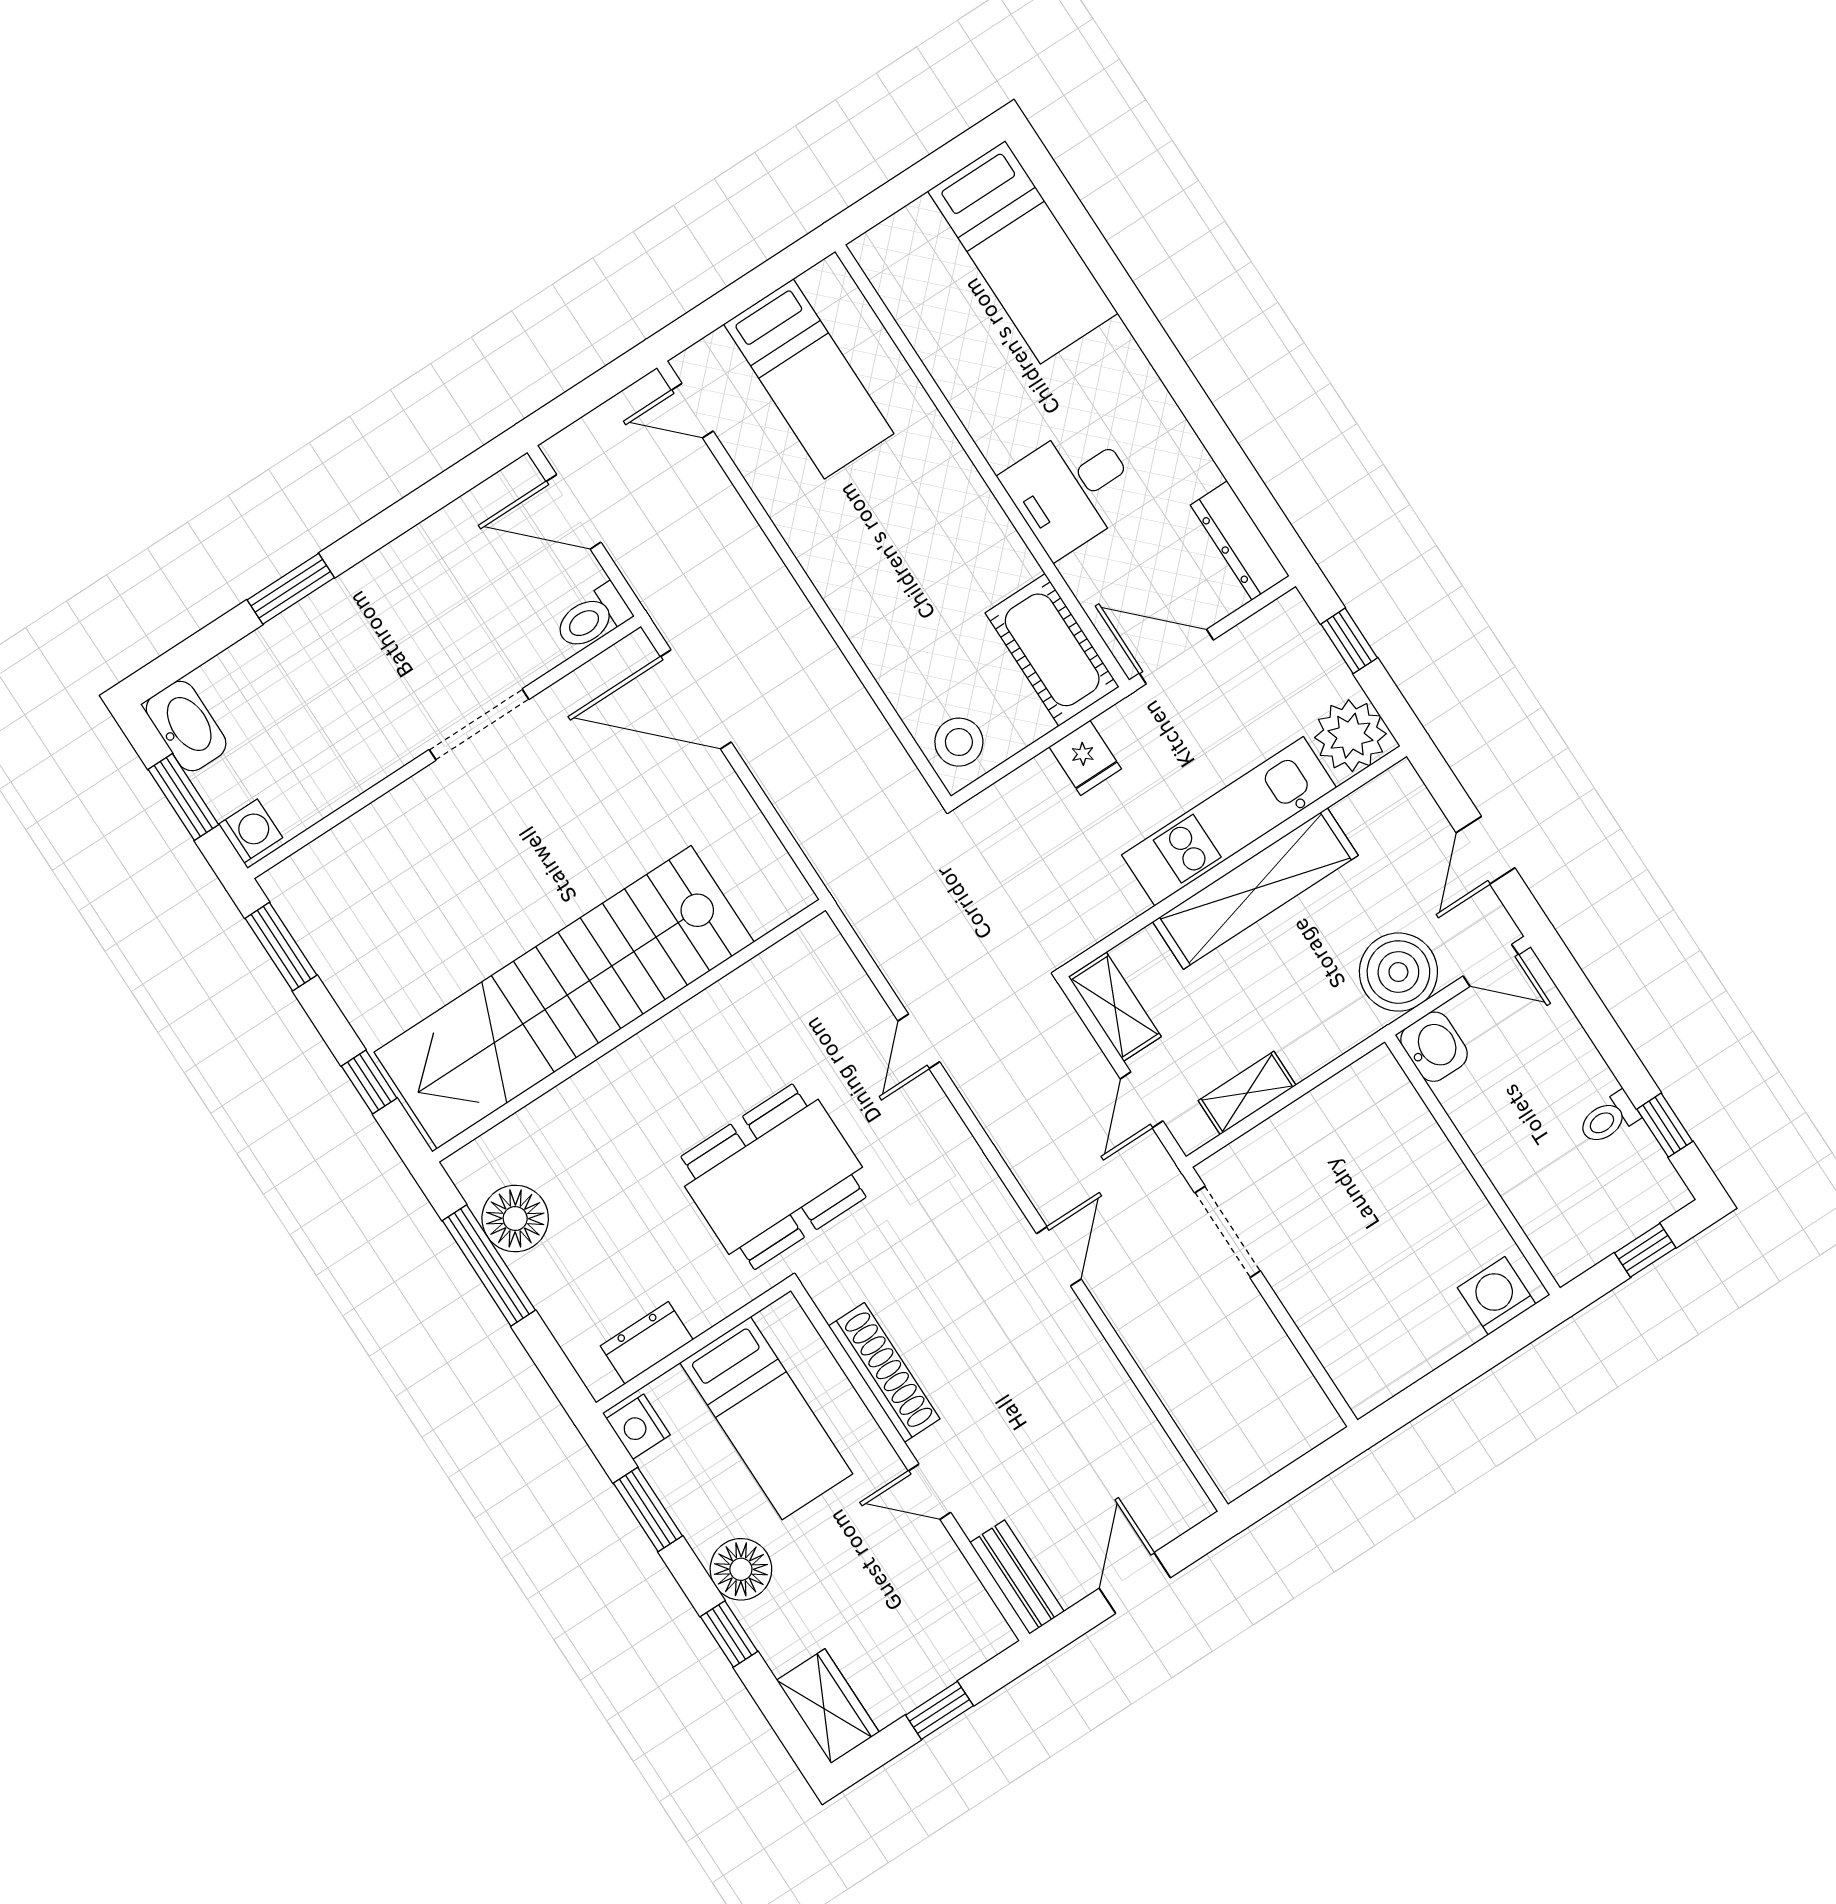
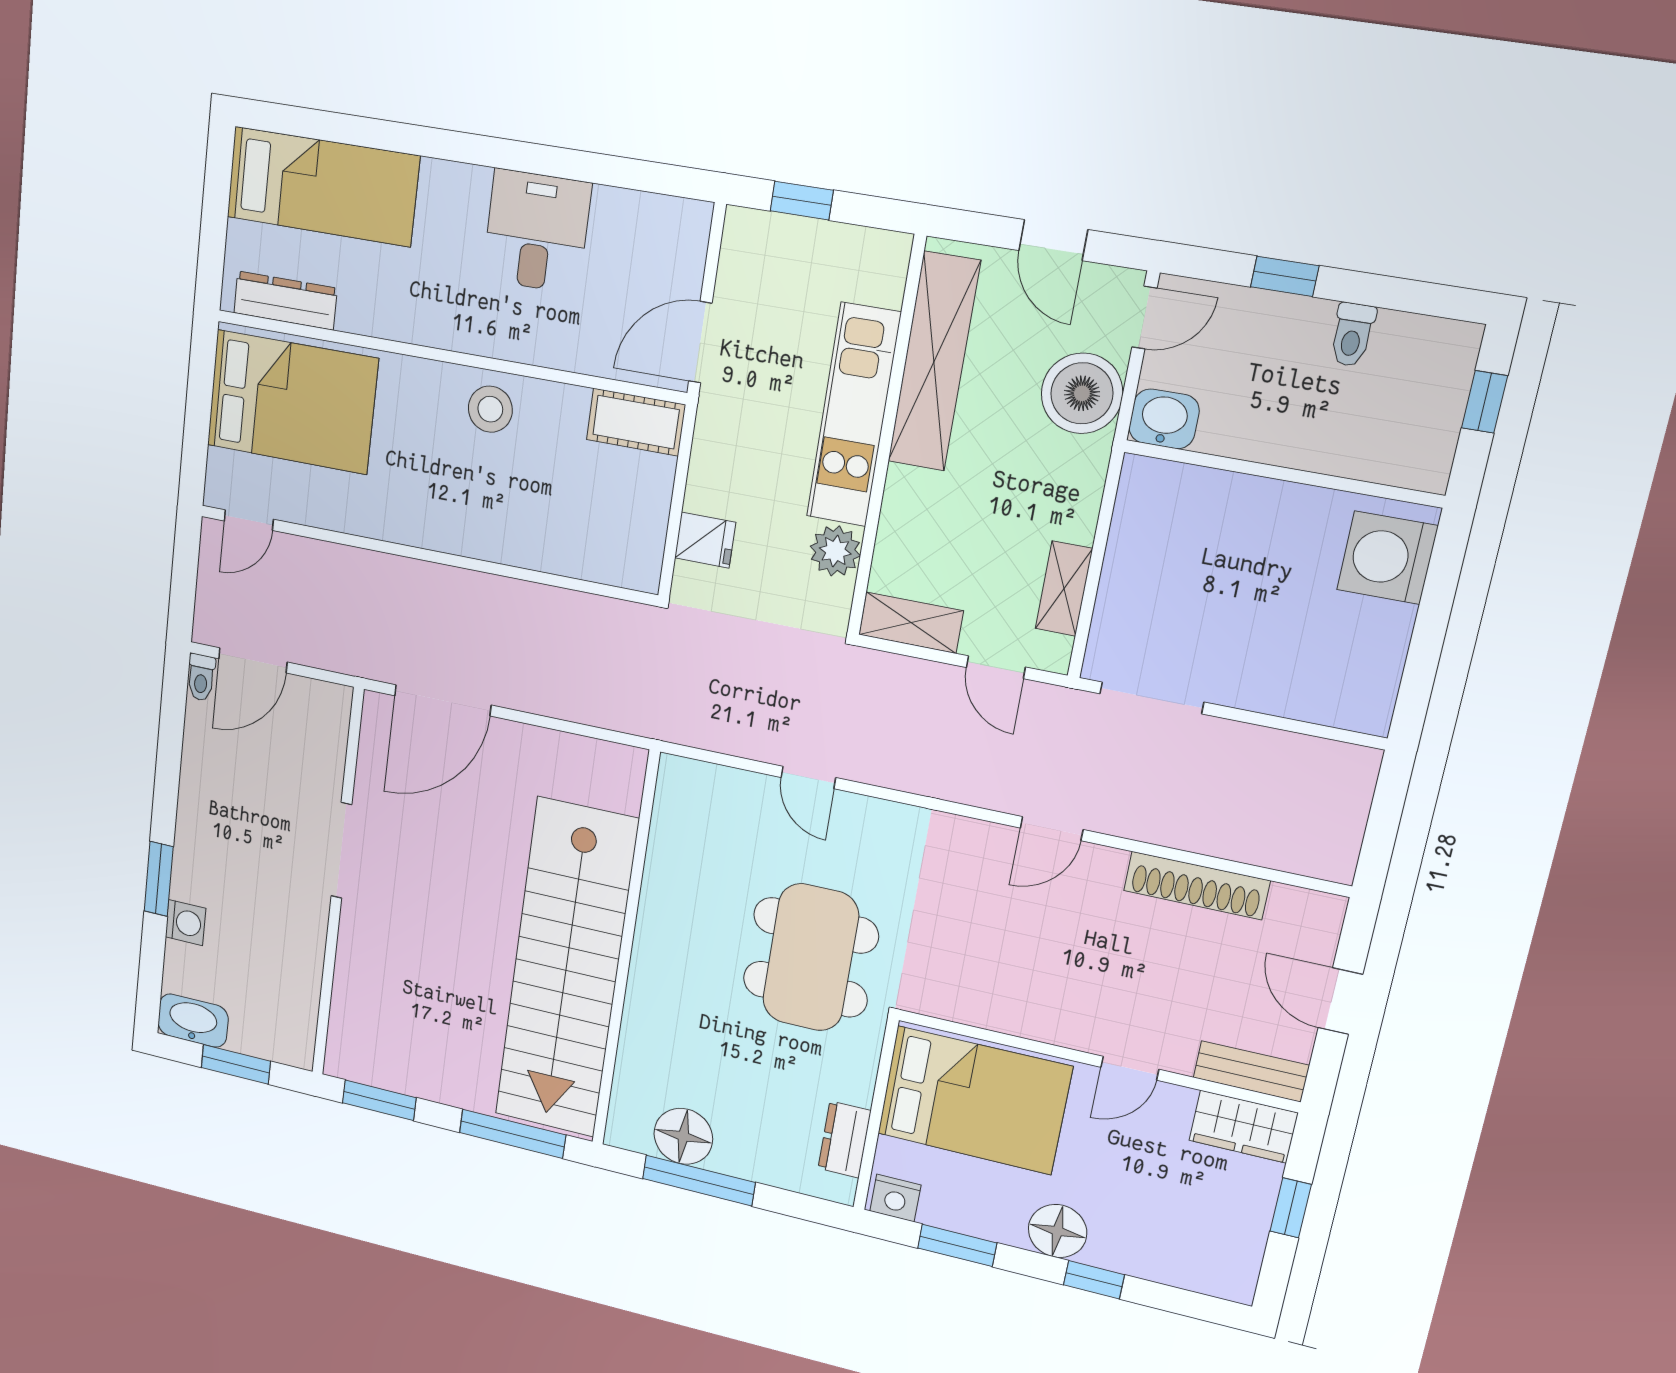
bed: (809, 379) -> (292, 402), width x1.50
desk: (1072, 489) -> (537, 231), moved, turned 180
dresser: (1240, 541) -> (285, 301), moved, turned 180
toilet: (592, 618) -> (201, 677), moved, width x0.73, depth x0.72
cot: (1052, 650) -> (636, 422), width x0.73, depth x0.75
plant: (1350, 736) -> (835, 551), moved, width x0.73, depth x0.73
stool: (959, 742) -> (490, 409), moved
fridge: (1085, 758) -> (705, 540), moved
washing machine: (251, 831) -> (186, 923), moved, turned 90
shelving: (1255, 889) -> (934, 362), moved
window: (369, 1082) -> (513, 1134), width x2.17
window: (1665, 1125) -> (1285, 276), moved
door: (1059, 1256) -> (1052, 829), swing flipped
washing machine: (1497, 1296) -> (1387, 558), width x1.37, depth x1.37
shoe rack: (884, 1372) -> (1197, 886), moved, turned 180
bed: (766, 1418) -> (974, 1100), width x1.50
wardrobe: (828, 1706) -> (1243, 1127), moved, turned 180

